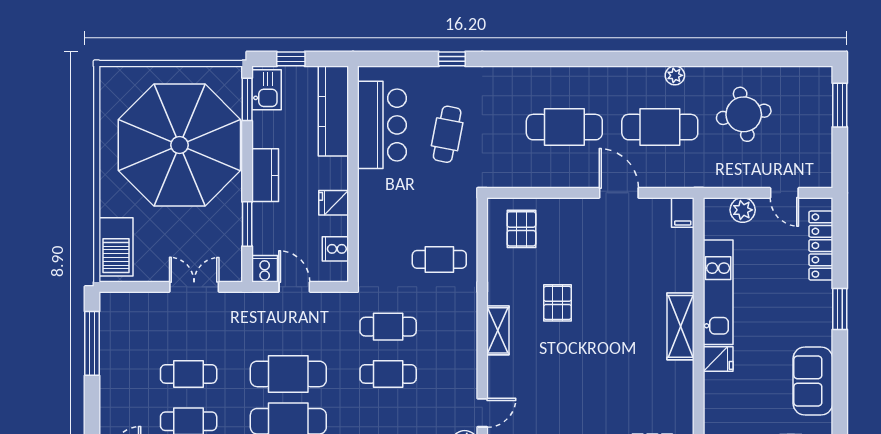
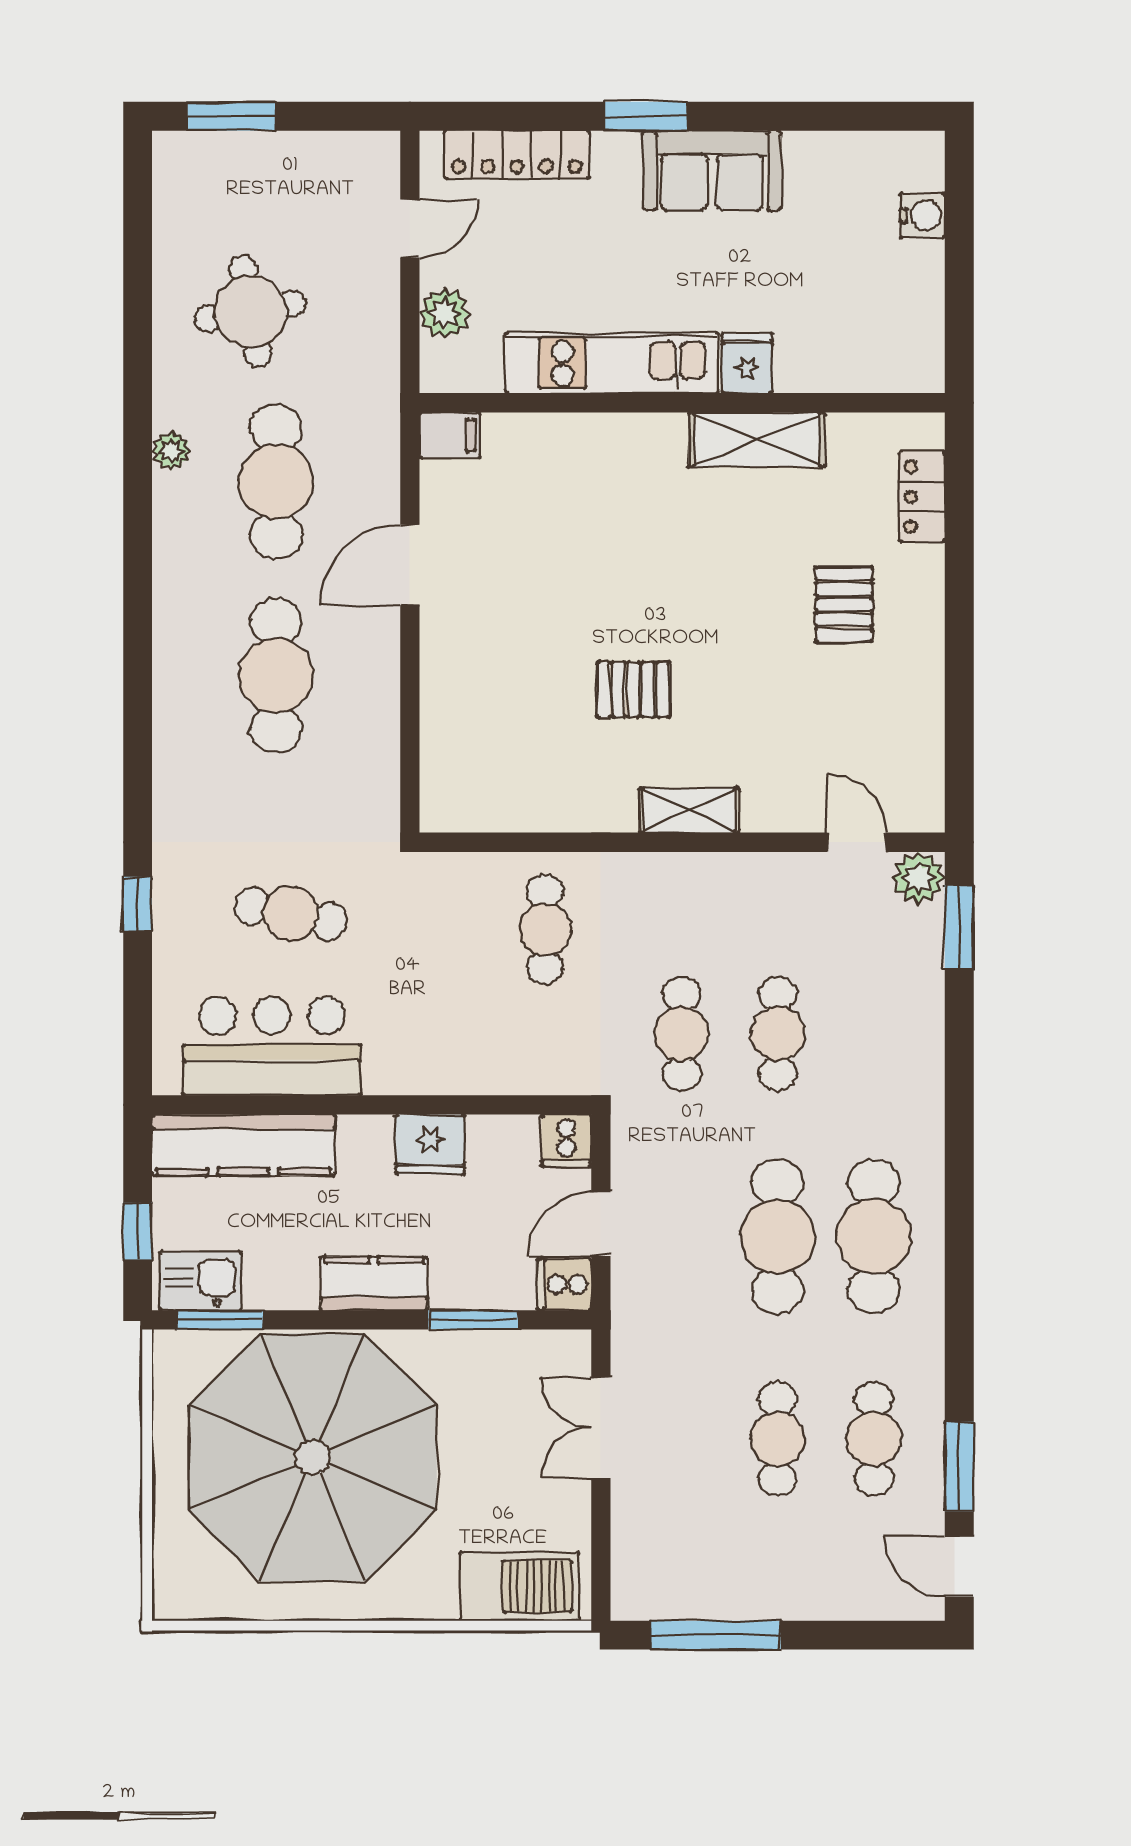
fridge: (334, 203) -> (430, 1144), width x1.38
pallet: (521, 229) -> (844, 604), moved, turned 90
cooker: (335, 249) -> (566, 1141), moved
shelving: (681, 326) -> (757, 439), moved
sofa: (813, 381) -> (712, 171), moved

